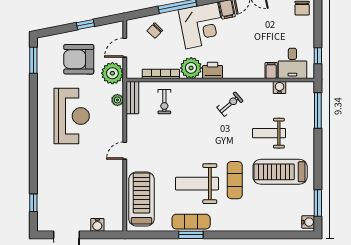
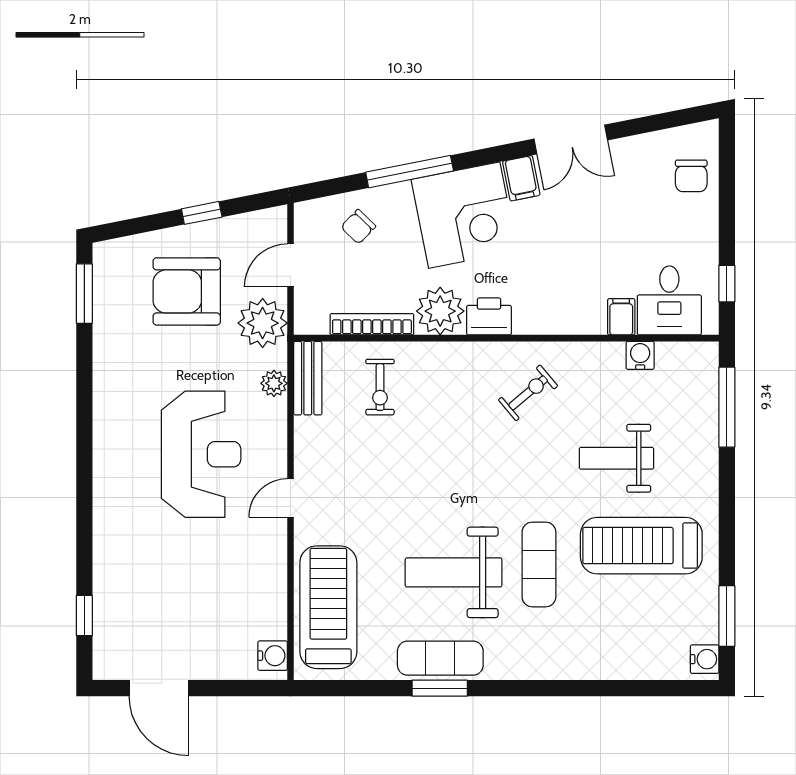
reception desk: (72, 116) -> (201, 454), moved
water cooler: (97, 225) -> (273, 656), moved, turned -90

